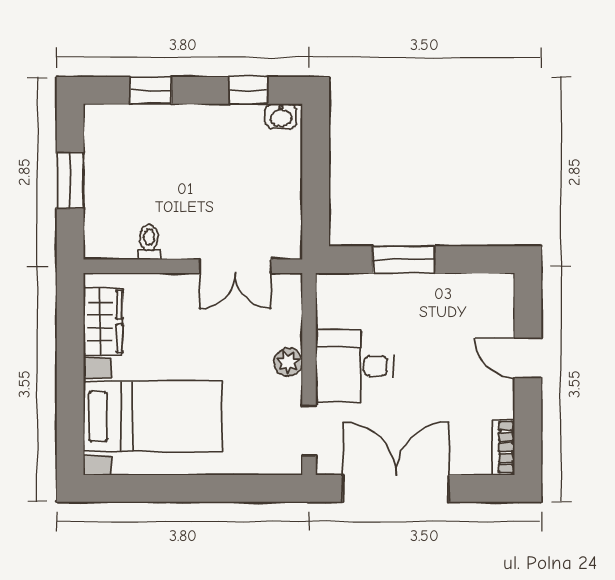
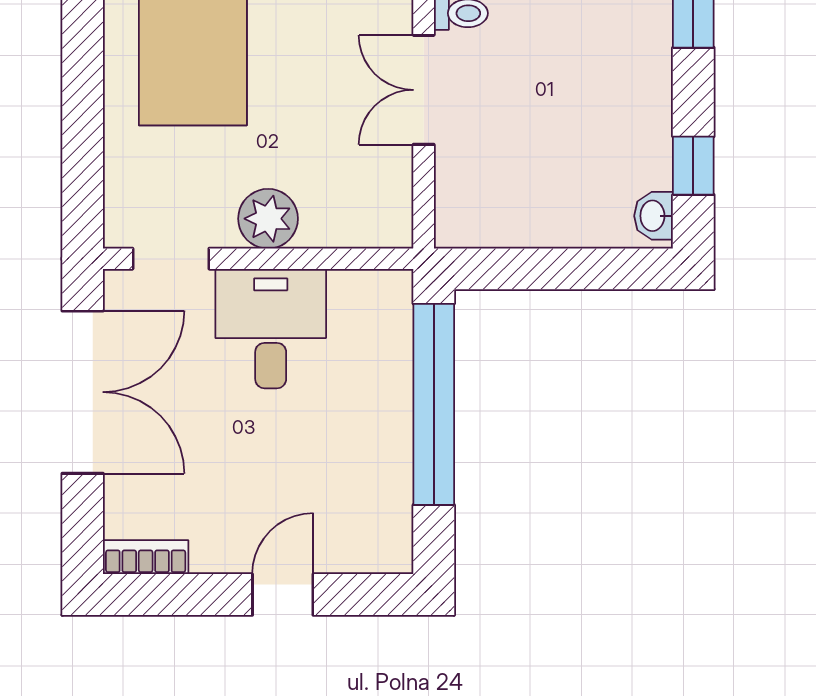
window: (404, 260) -> (434, 404), width x2.11
double door: (235, 266) -> (424, 90), moved
plant: (288, 362) -> (268, 219), width x1.38, depth x1.38

